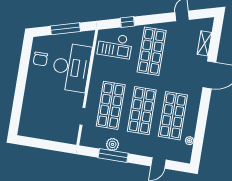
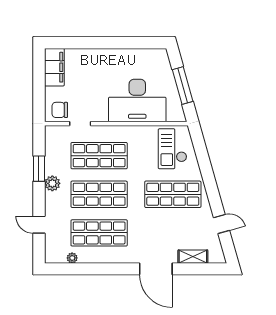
window: (127, 22) -> (203, 159), removed
chair: (40, 59) -> (60, 110), moved
filing cabinet: (34, 130) -> (54, 67), added
plant: (113, 144) -> (52, 183), moved
window: (113, 156) -> (39, 169), width x0.69

